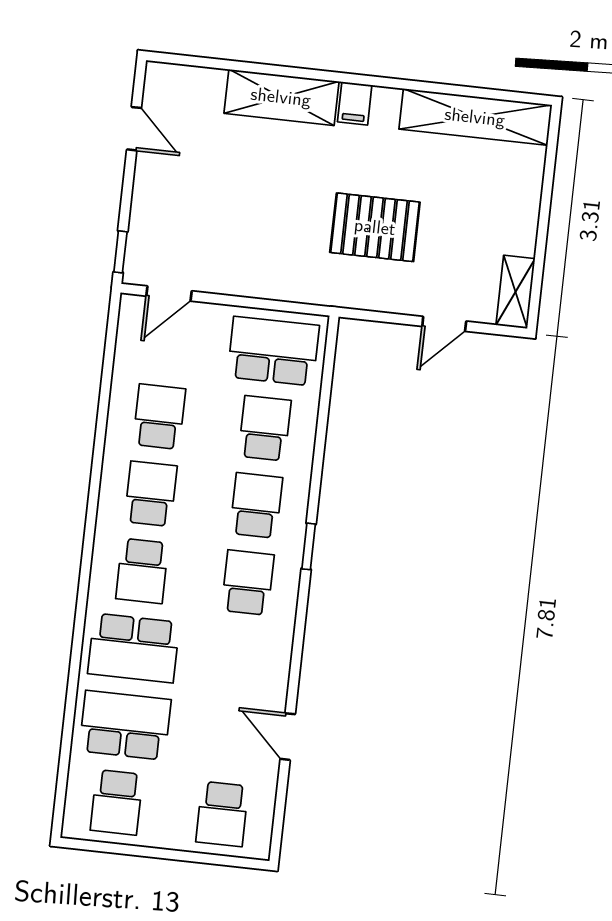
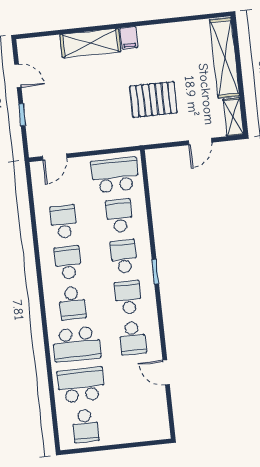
shelving: (475, 117) -> (225, 58), moved, turned 90
window: (120, 252) -> (22, 115), moved
school desk: (222, 814) -> (132, 338), moved

